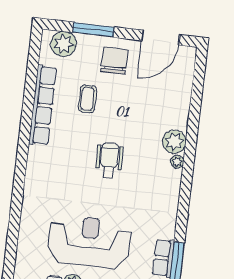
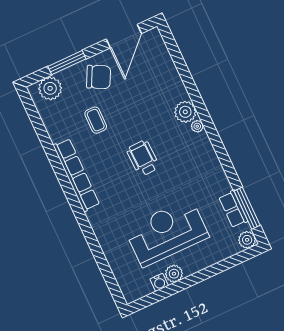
chair: (114, 61) -> (99, 77), turned 117
row of seats: (43, 105) -> (76, 175), moved

